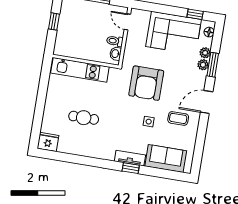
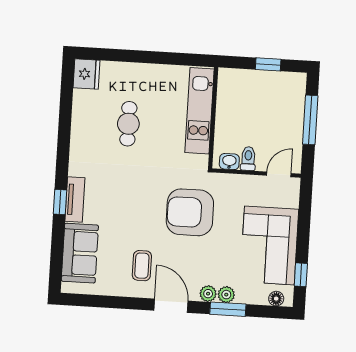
plant: (205, 53) -> (208, 294), moved
side table: (149, 122) -> (133, 222), removed

